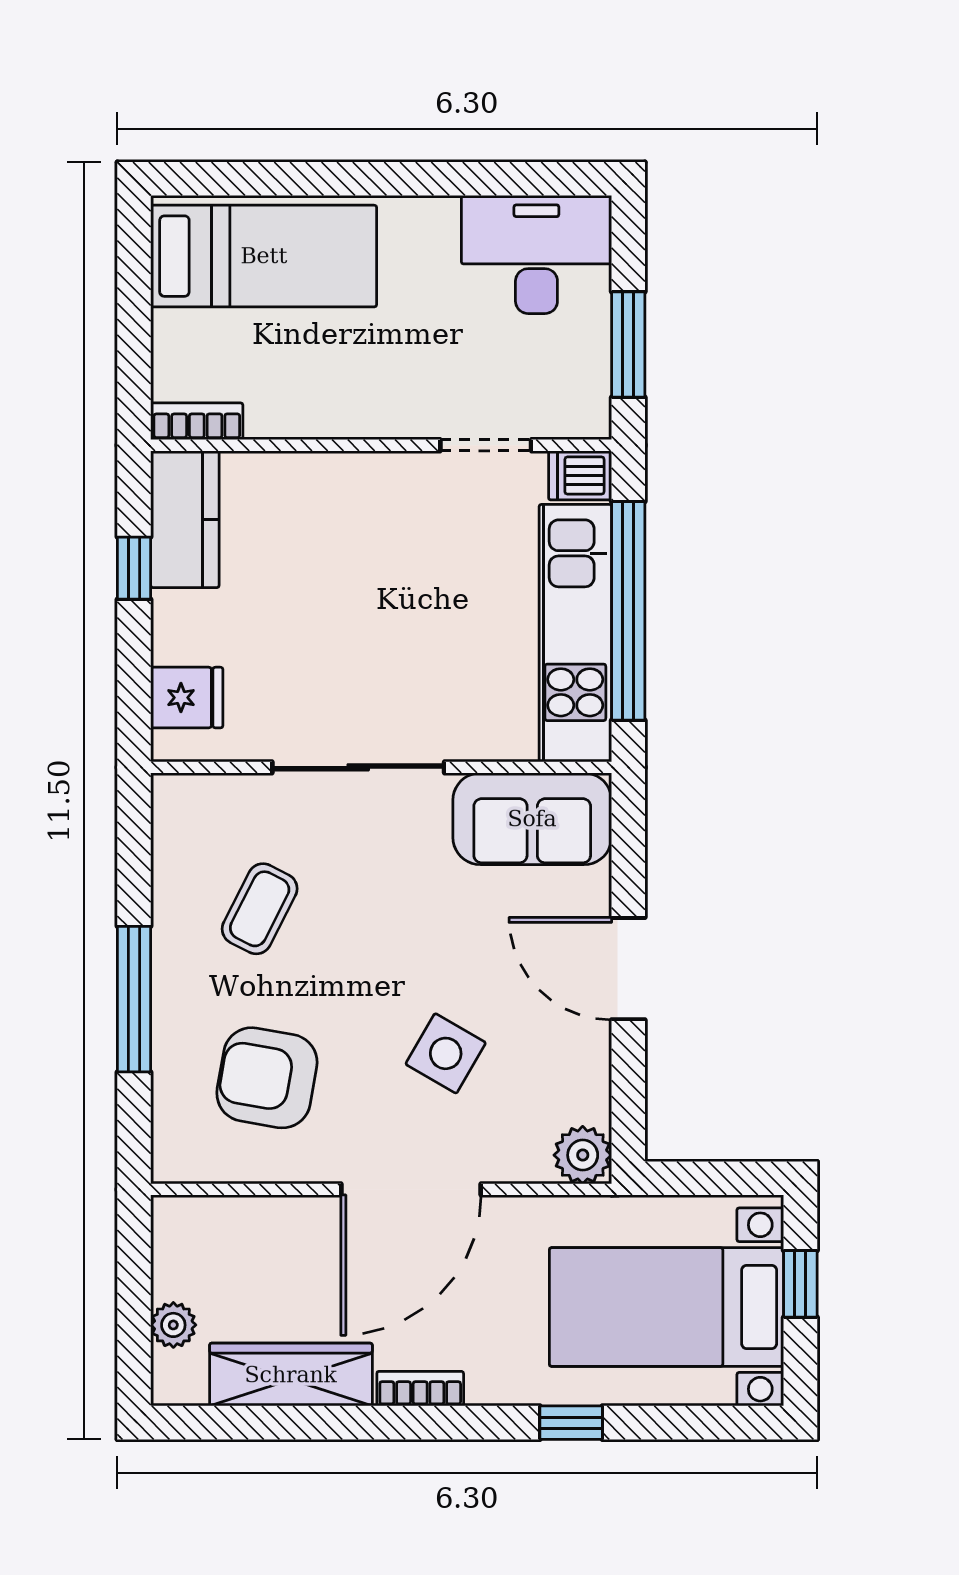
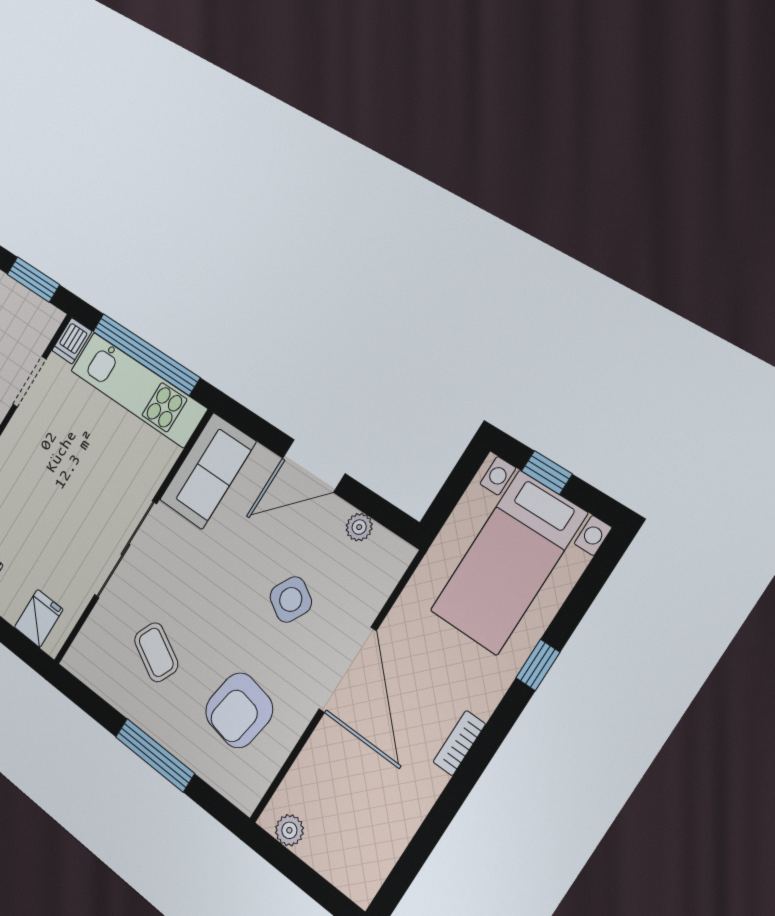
plant: (583, 1155) -> (359, 527), moved, width x0.73, depth x0.73
plant: (173, 1325) -> (289, 830), moved
wardrobe: (291, 1375) -> (402, 815), removed

